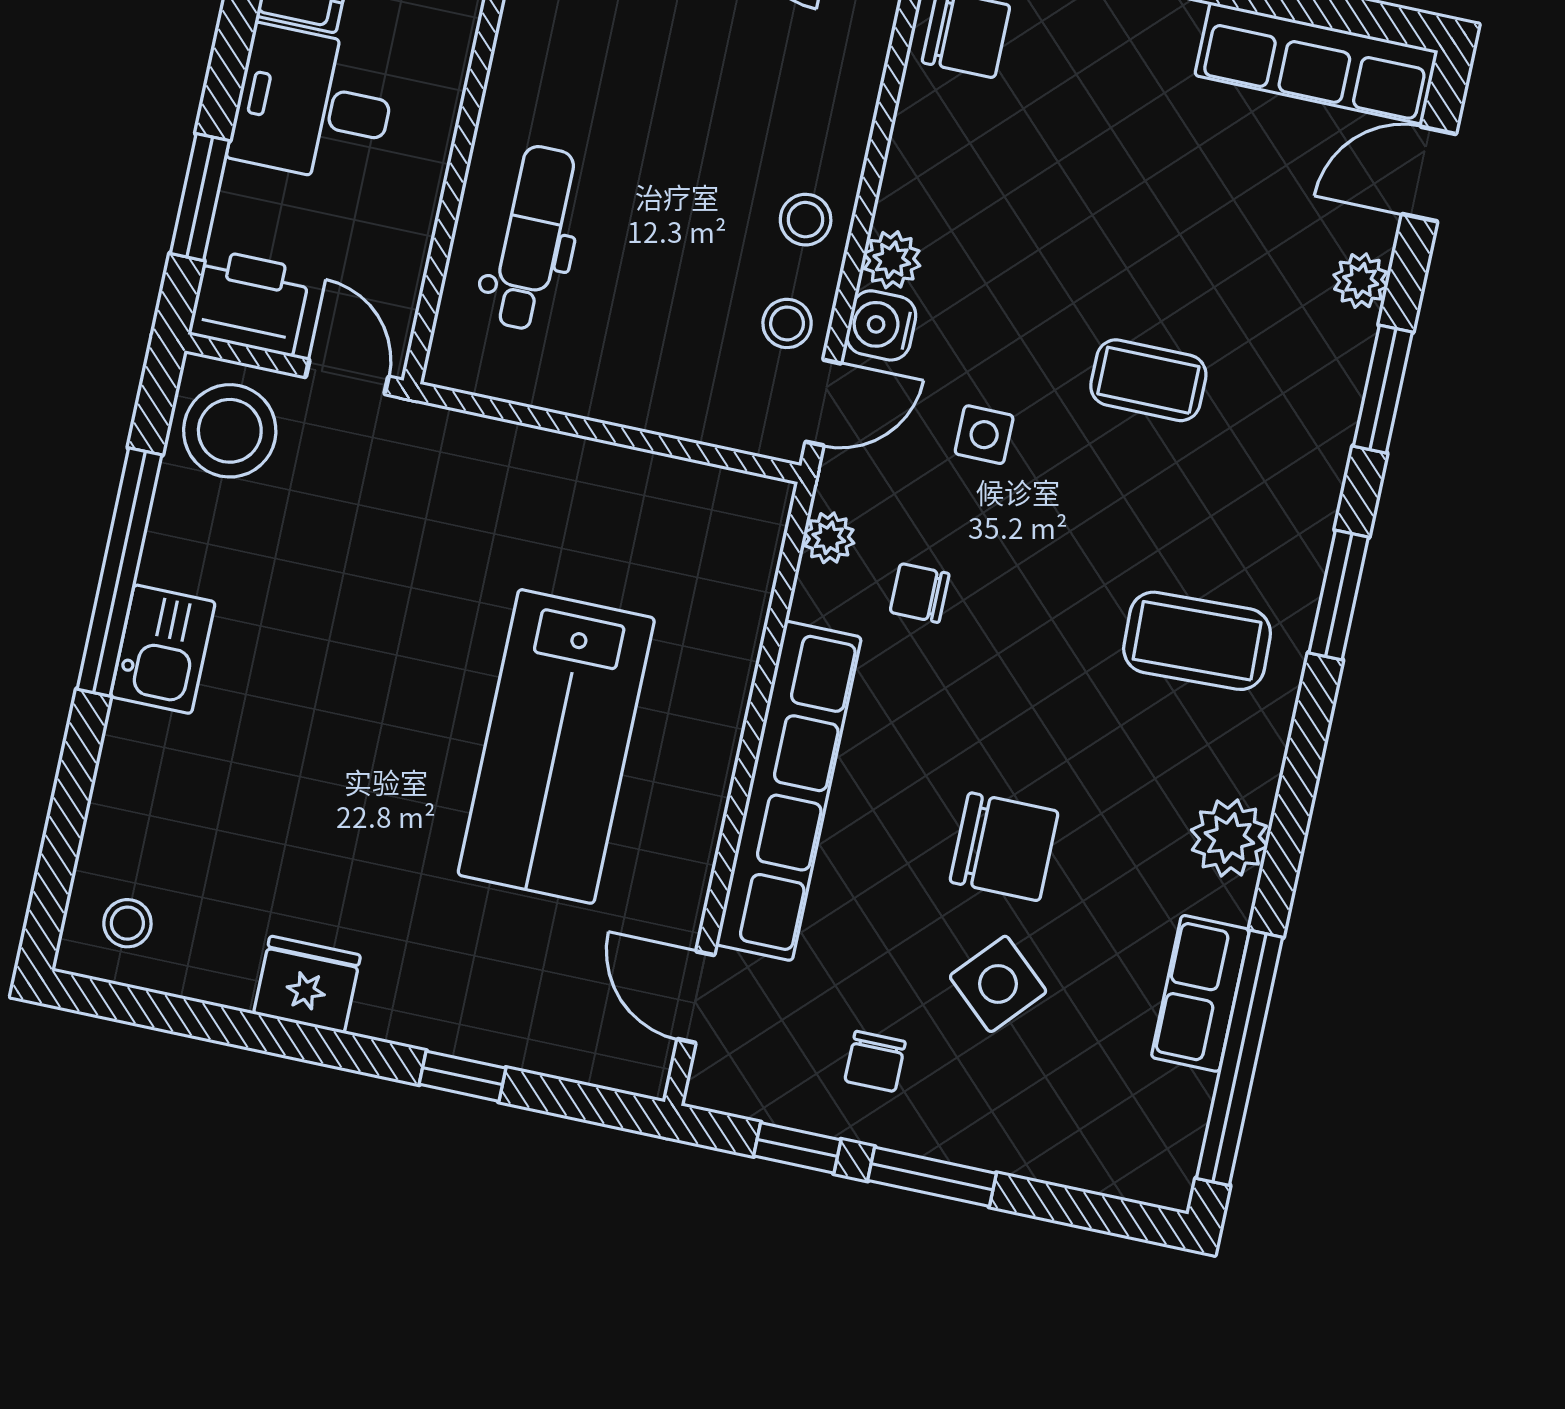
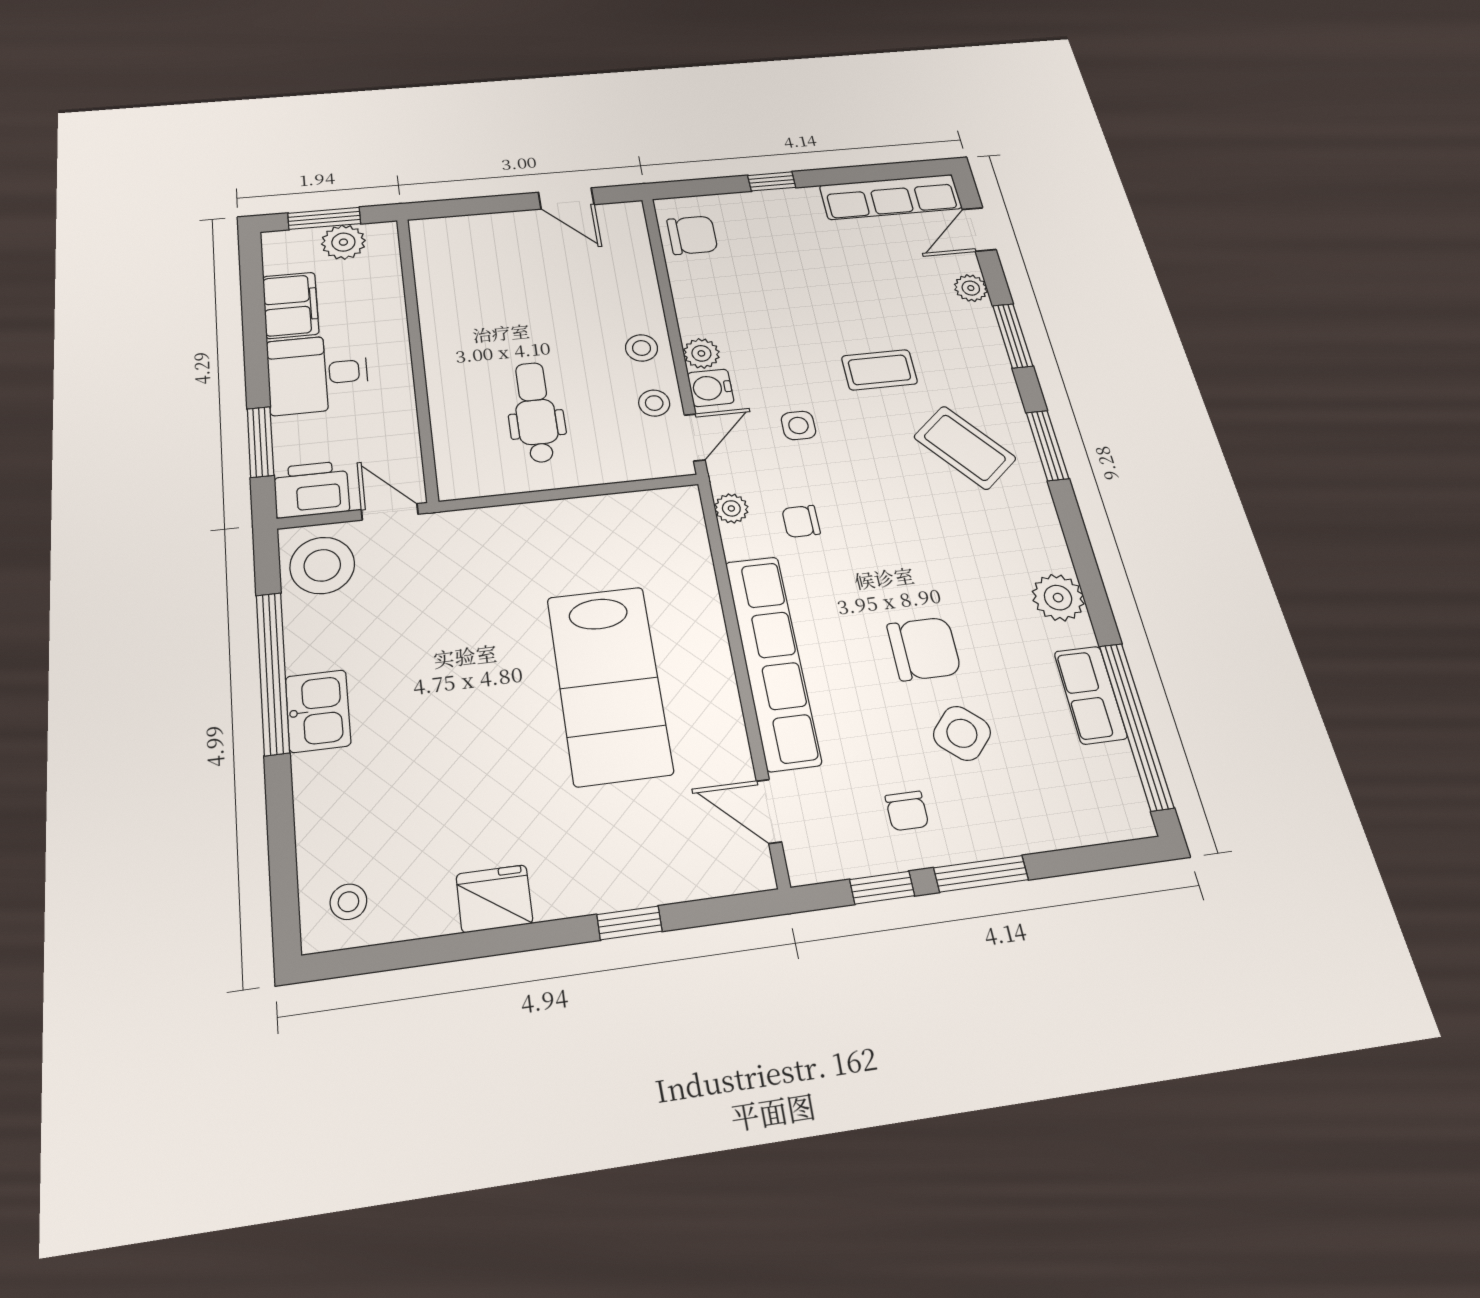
dental chair: (532, 238) -> (535, 412), moved
coffee table: (1197, 641) -> (965, 448), moved, turned 52

